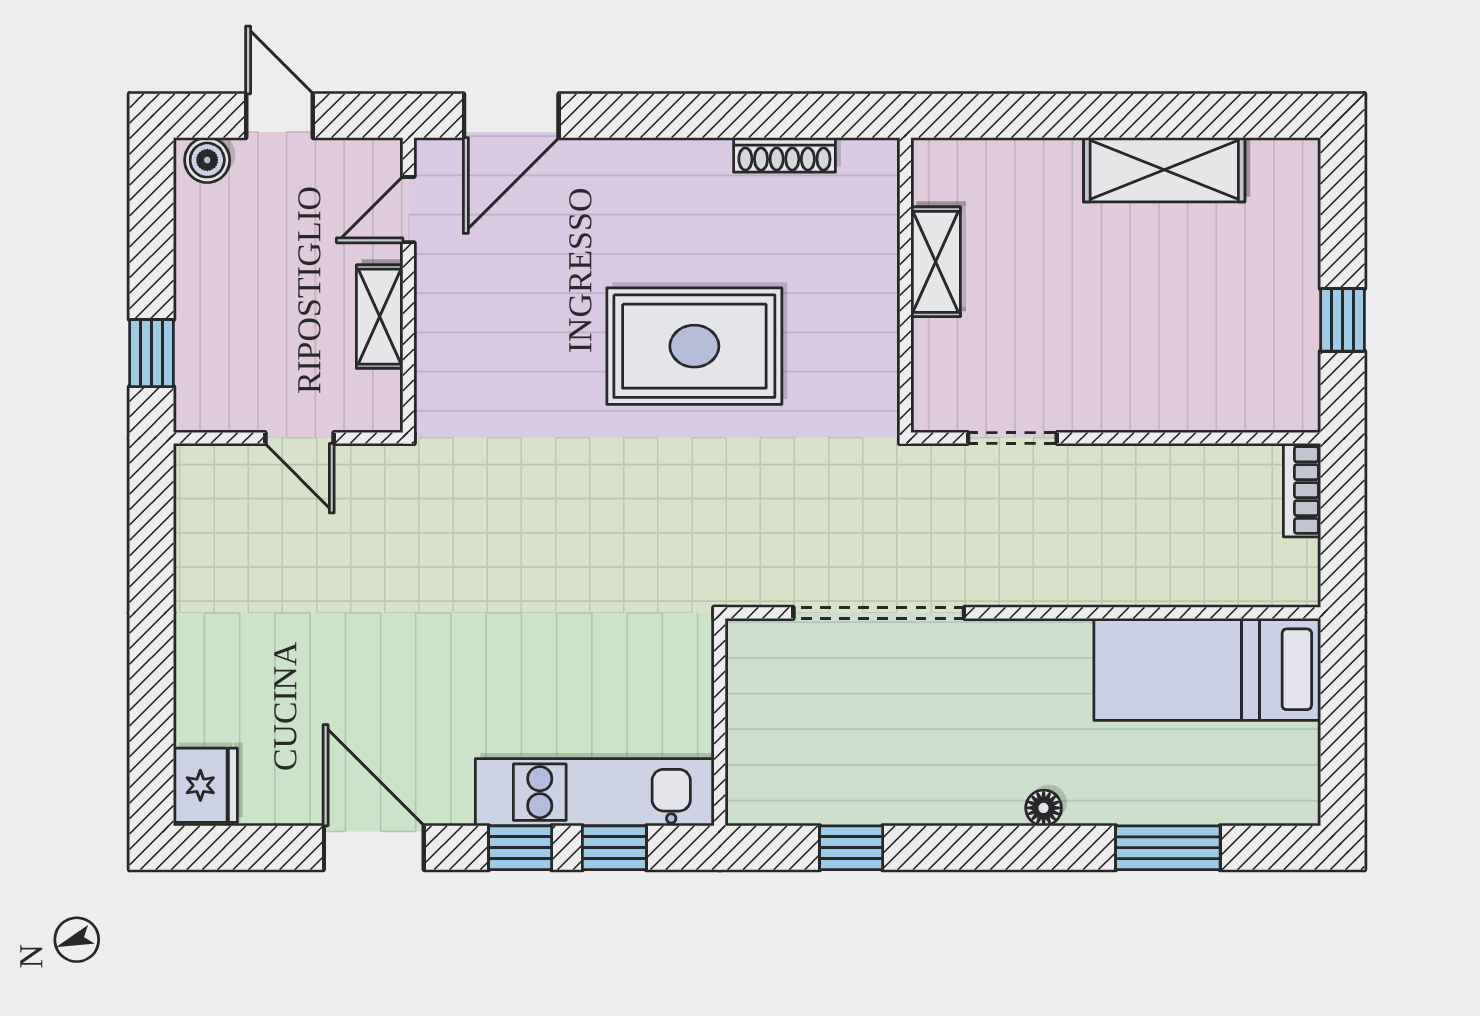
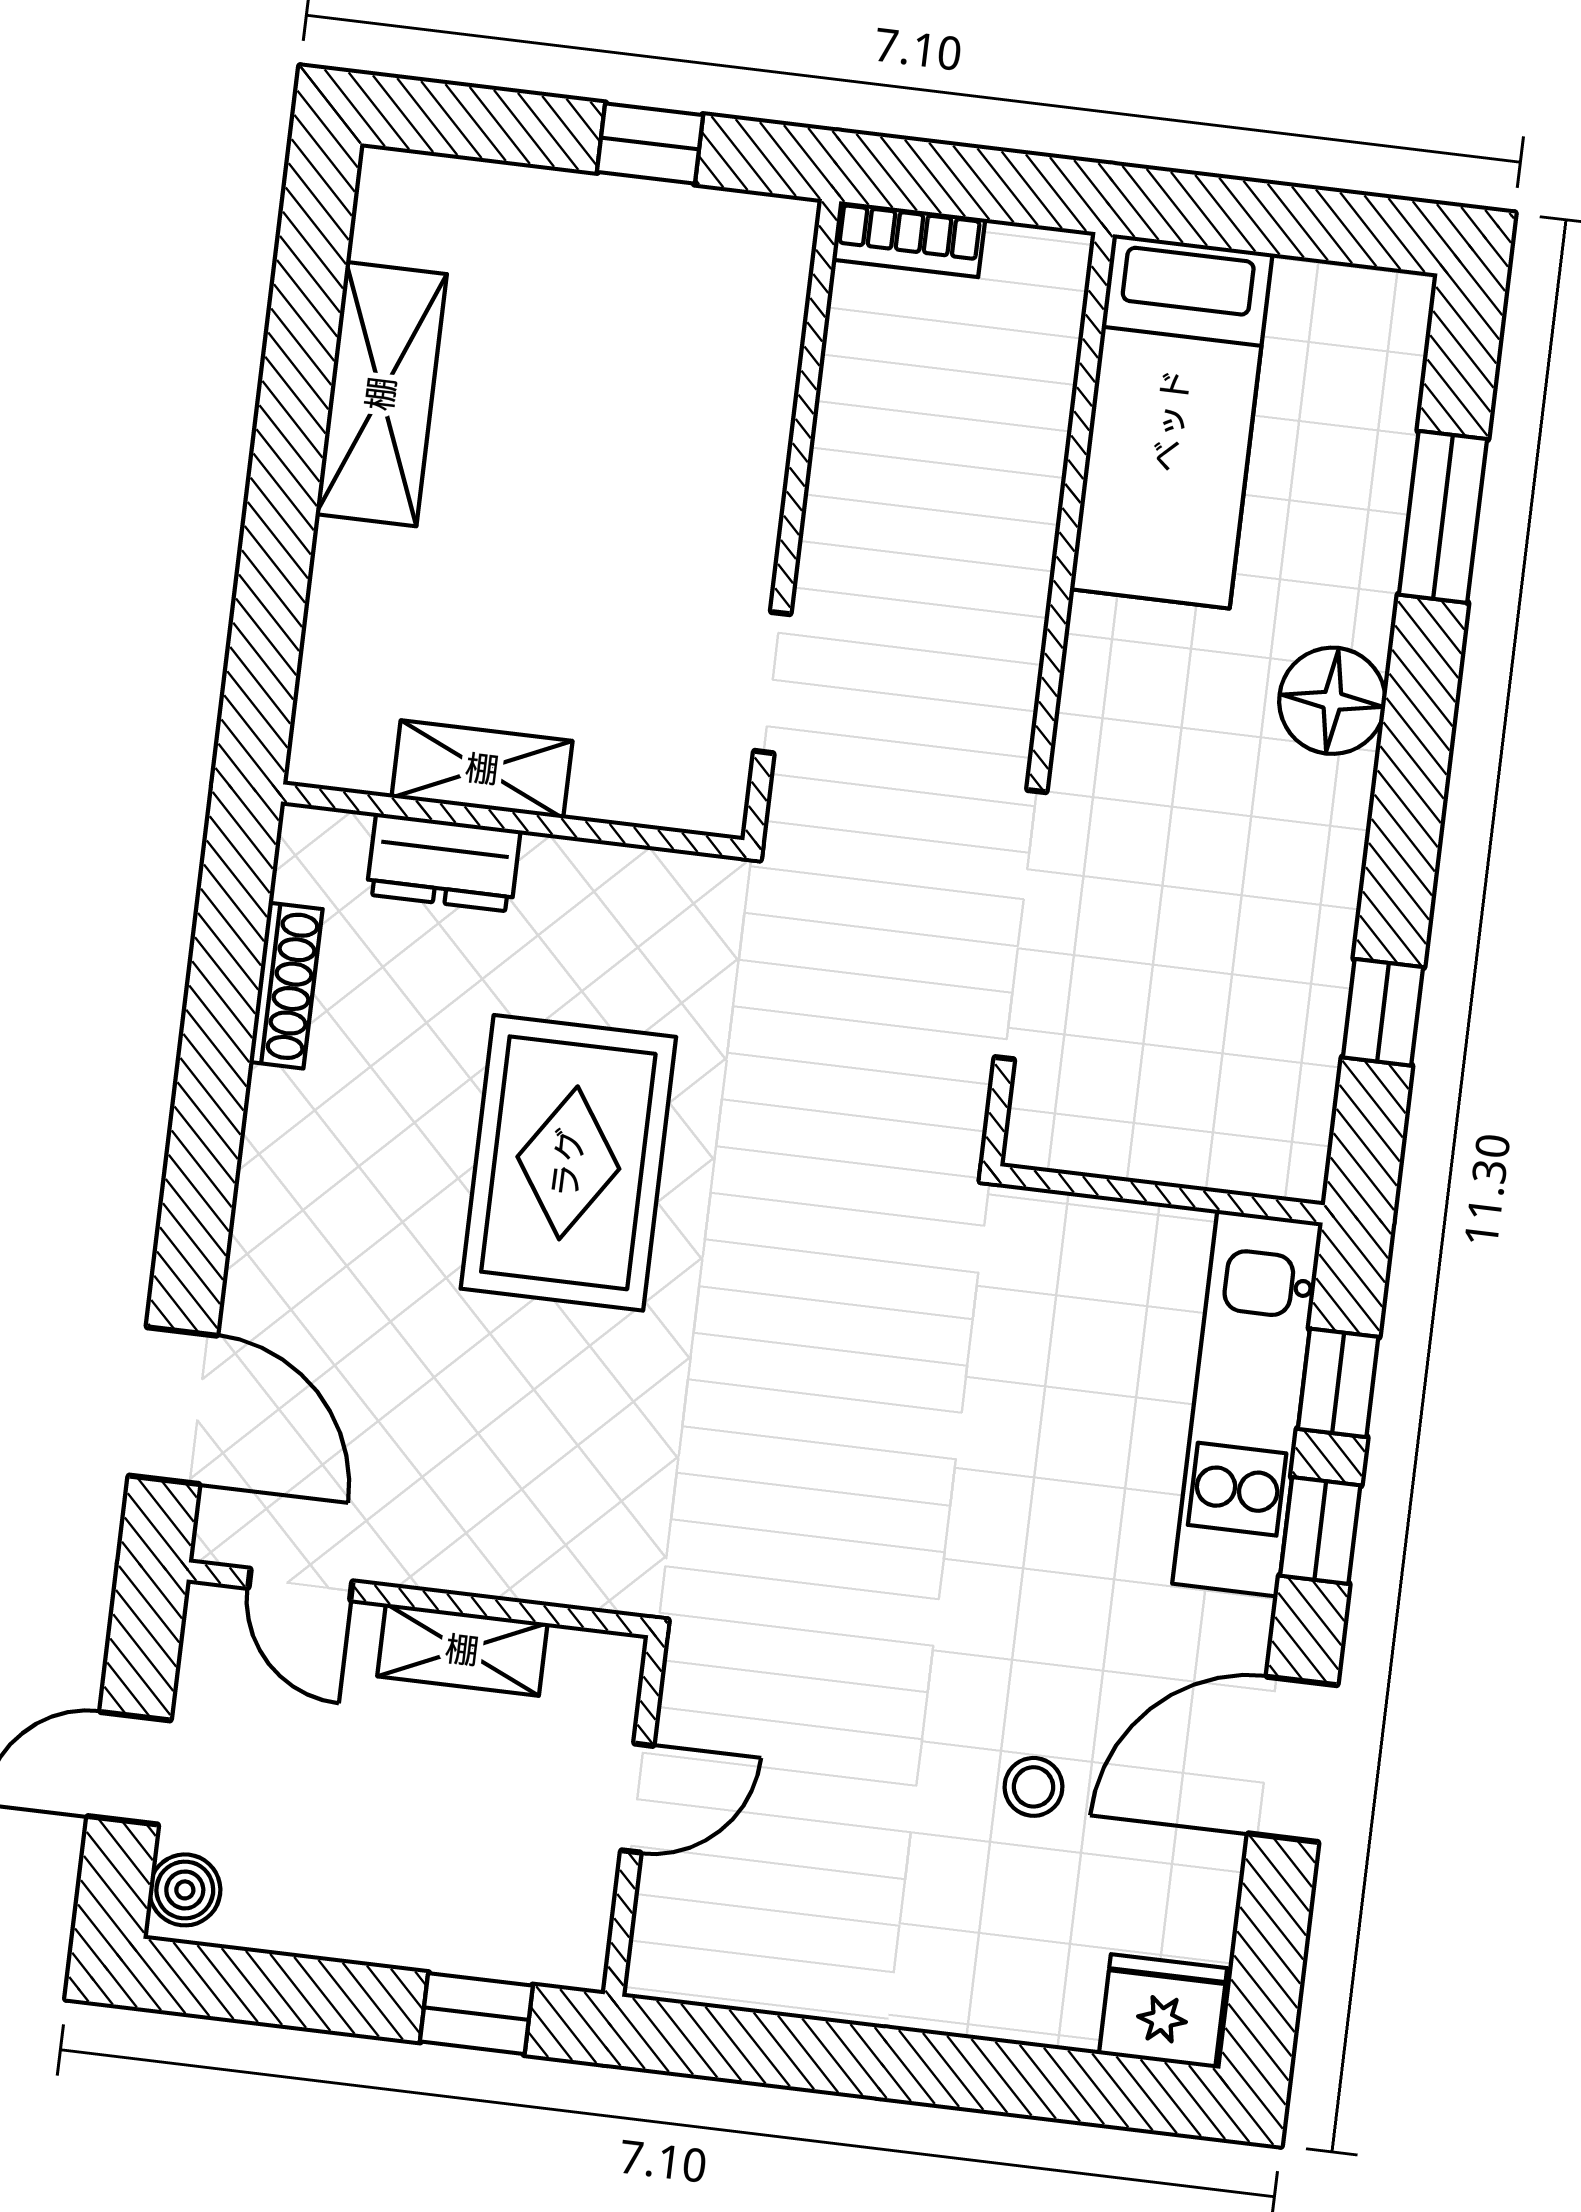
dresser: (874, 245) -> (443, 862), added
stool: (337, 687) -> (1033, 1787), added
floor lamp: (1044, 808) -> (1332, 701), width x1.89, depth x1.89

